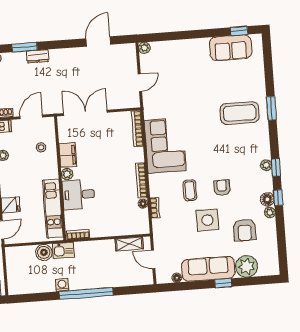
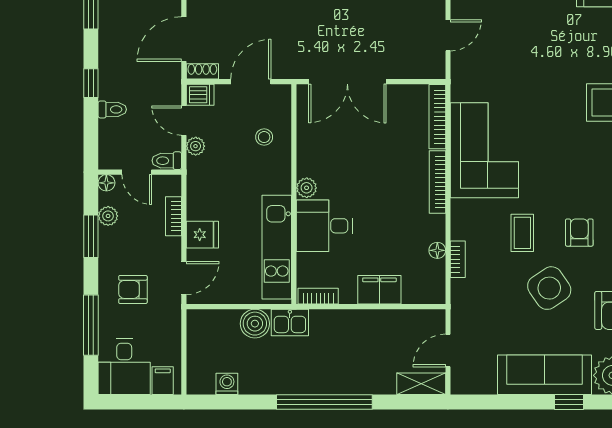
double door: (85, 113) -> (347, 82), swing flipped
filing cabinet: (68, 155) -> (379, 290), moved, turned -90
bookcase: (141, 180) -> (437, 182), moved
side table: (207, 220) -> (549, 288), turned -34
shelving: (129, 244) -> (421, 384), moved
door: (153, 259) -> (448, 350), hinge flipped
floor lamp: (177, 278) -> (487, 386), removed
washing machine: (62, 285) -> (227, 384), moved

